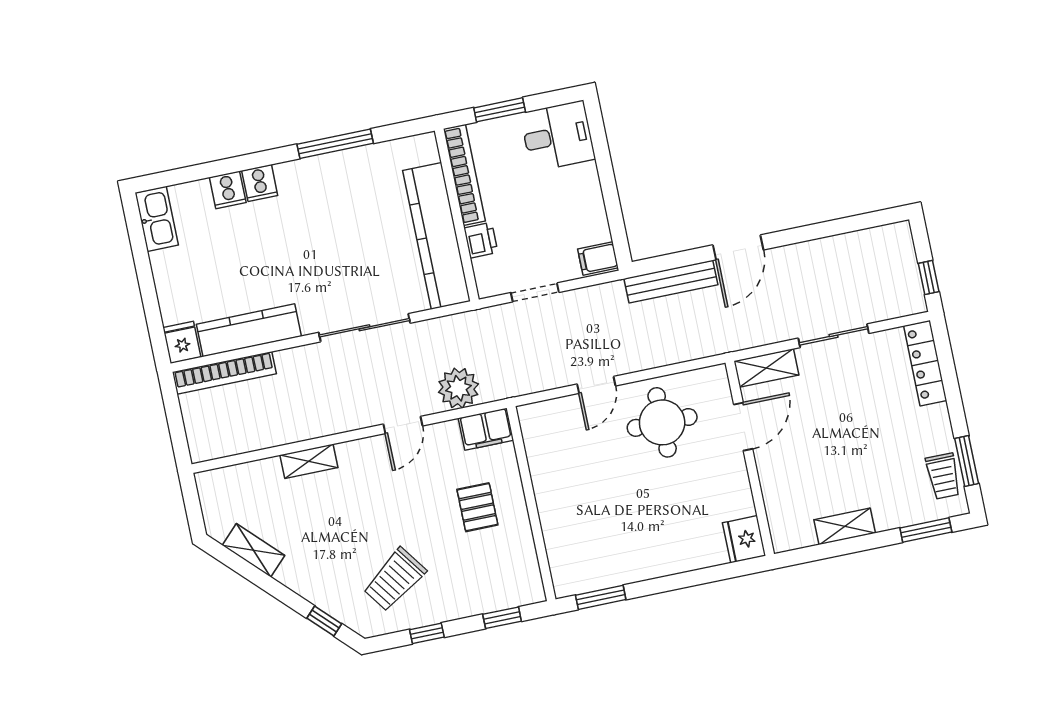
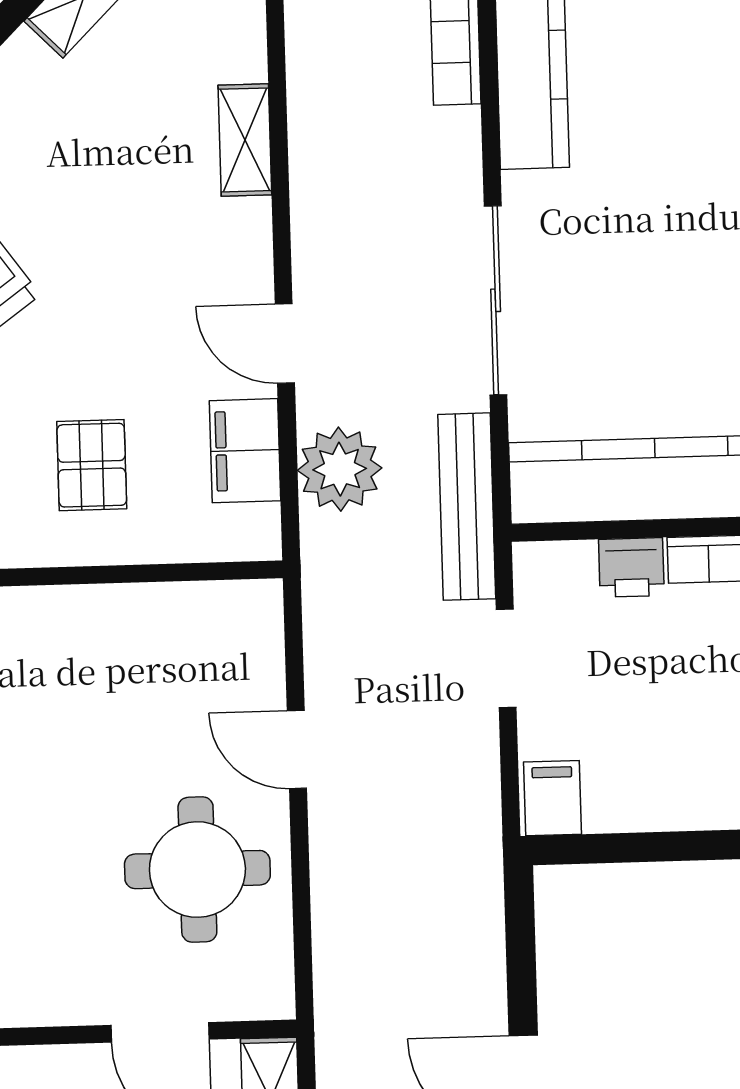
bench: (671, 282) -> (467, 507), moved
filing cabinet: (486, 429) -> (245, 451), moved
pallet: (477, 507) -> (92, 465), turned 90

